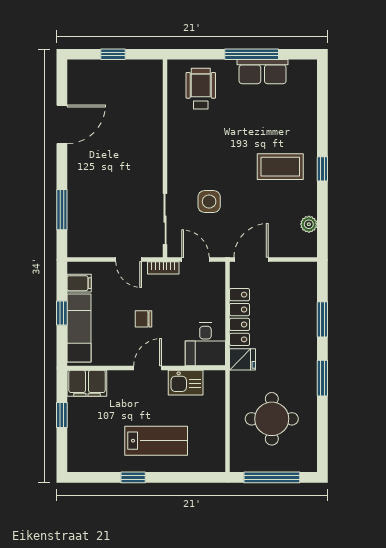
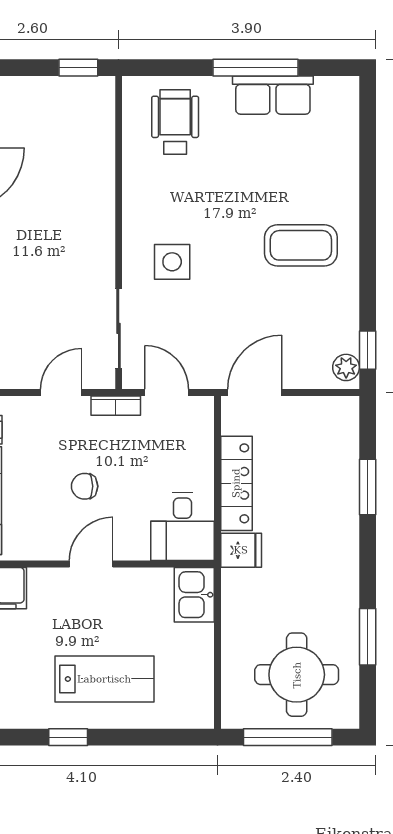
window: (113, 54) -> (78, 68), moved
window: (322, 169) -> (368, 350), moved
side table: (209, 201) -> (172, 262), moved
plant: (309, 224) -> (346, 367), moved
door: (129, 260) -> (61, 392), swing flipped
window: (322, 378) -> (368, 637), moved
kitchen sink: (186, 383) -> (194, 595), moved, turned 90
round table: (272, 419) -> (297, 675), moved

